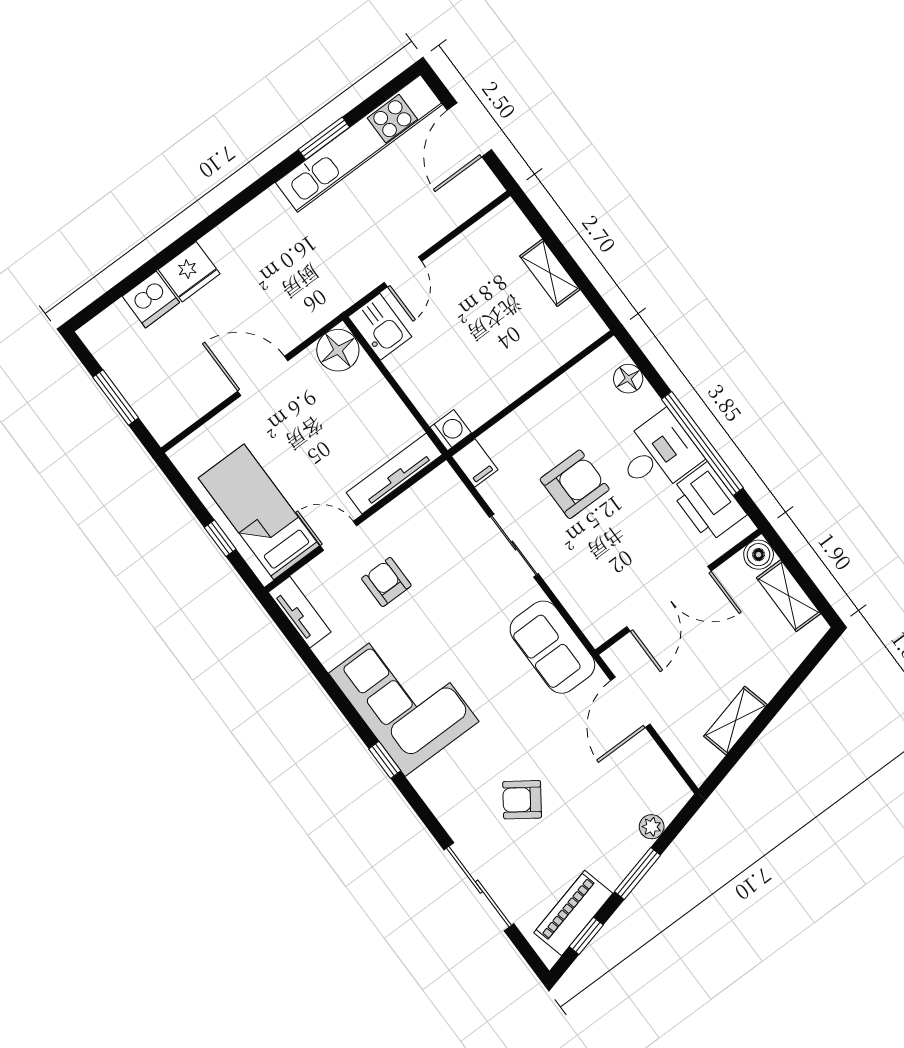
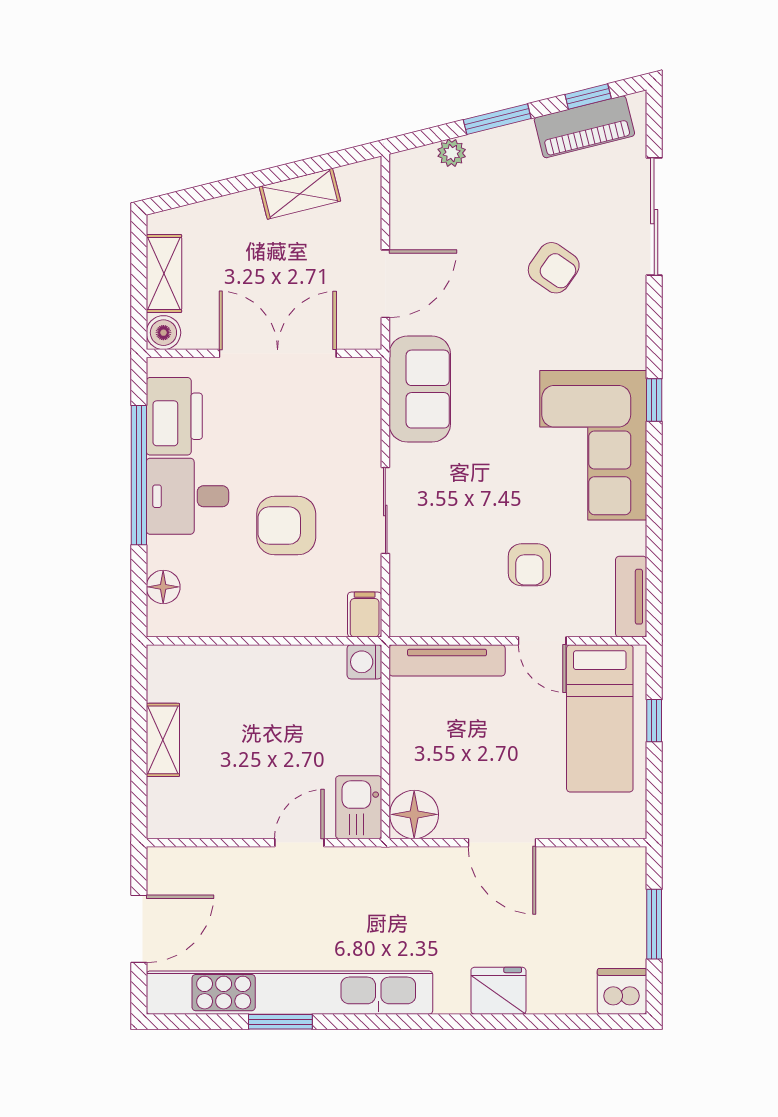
kitchen unit: (359, 143) -> (289, 993), width x1.36
dishwasher: (151, 299) -> (622, 991), moved

